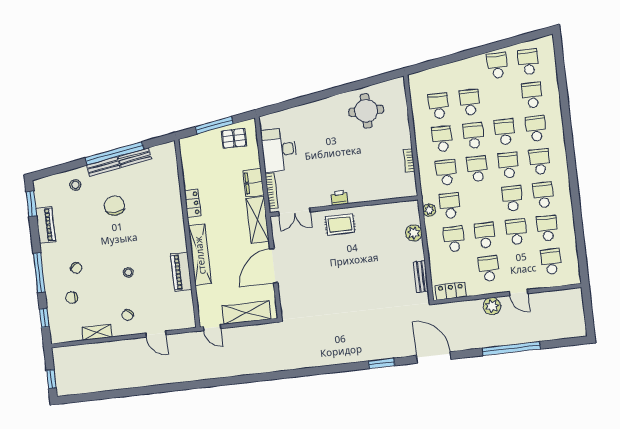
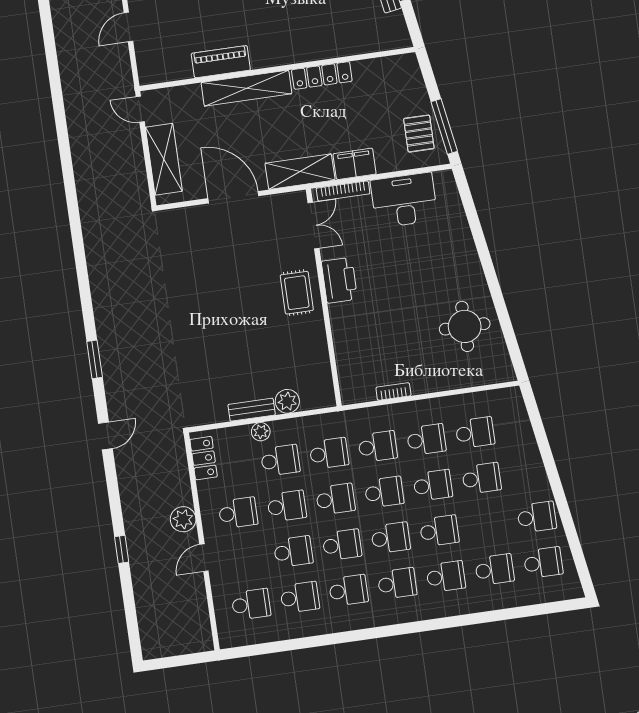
window: (214, 125) -> (444, 126), moved
printer: (339, 198) -> (339, 280), width x1.87, depth x1.48
school desk: (481, 202) -> (335, 499), added
locker: (193, 203) -> (322, 75), width x1.53
plant: (429, 210) -> (261, 432), moved
double door: (294, 212) -> (313, 225), swing flipped
bench: (421, 277) -> (252, 410), moved
door: (212, 328) -> (140, 109), hinge flipped
window: (511, 349) -> (122, 549), width x0.32
door: (434, 357) -> (105, 436), width x0.53

